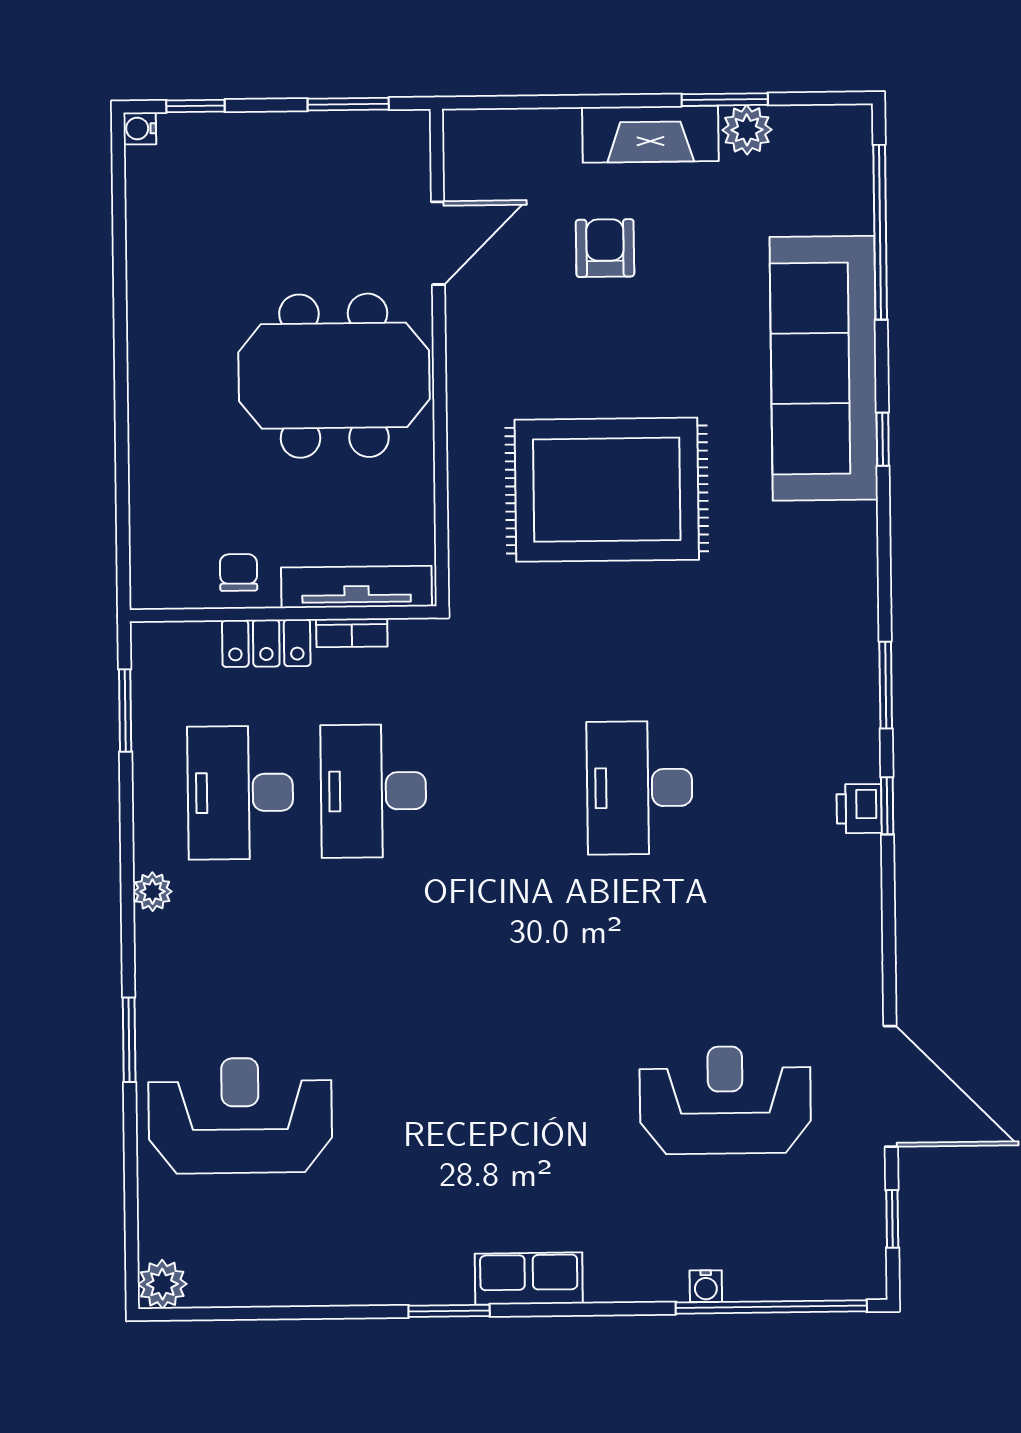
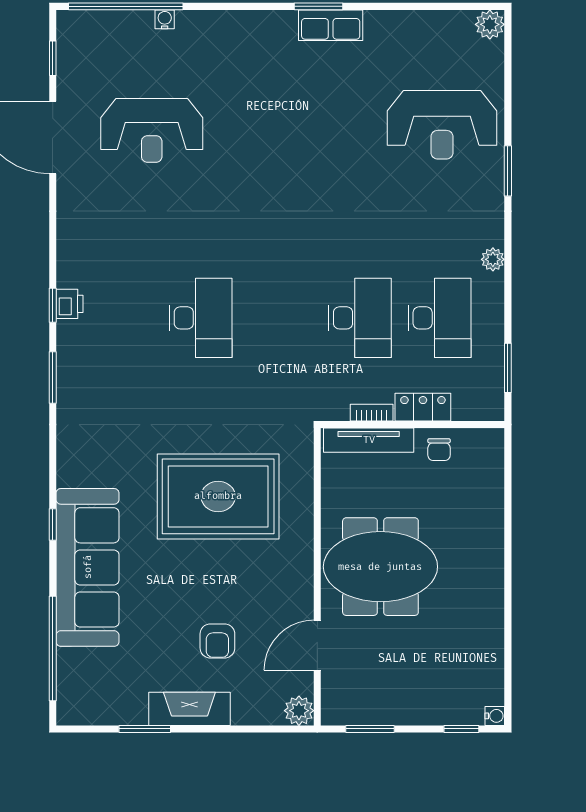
plant: (747, 130) -> (299, 711), moved
row of seats: (529, 1279) -> (331, 25), moved

